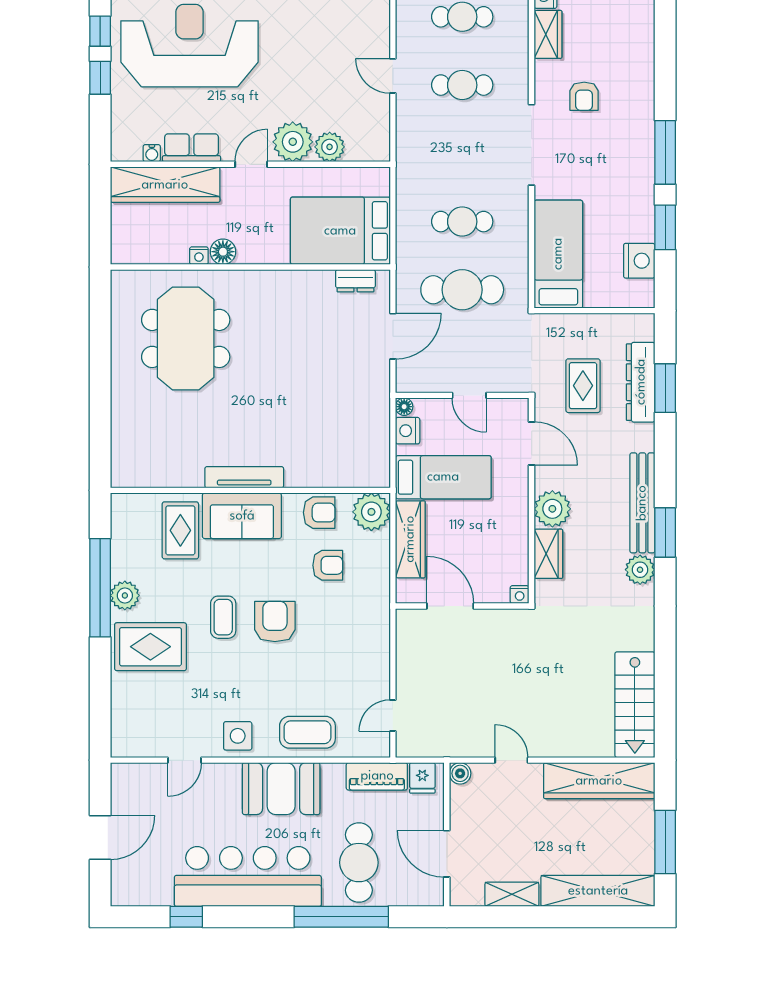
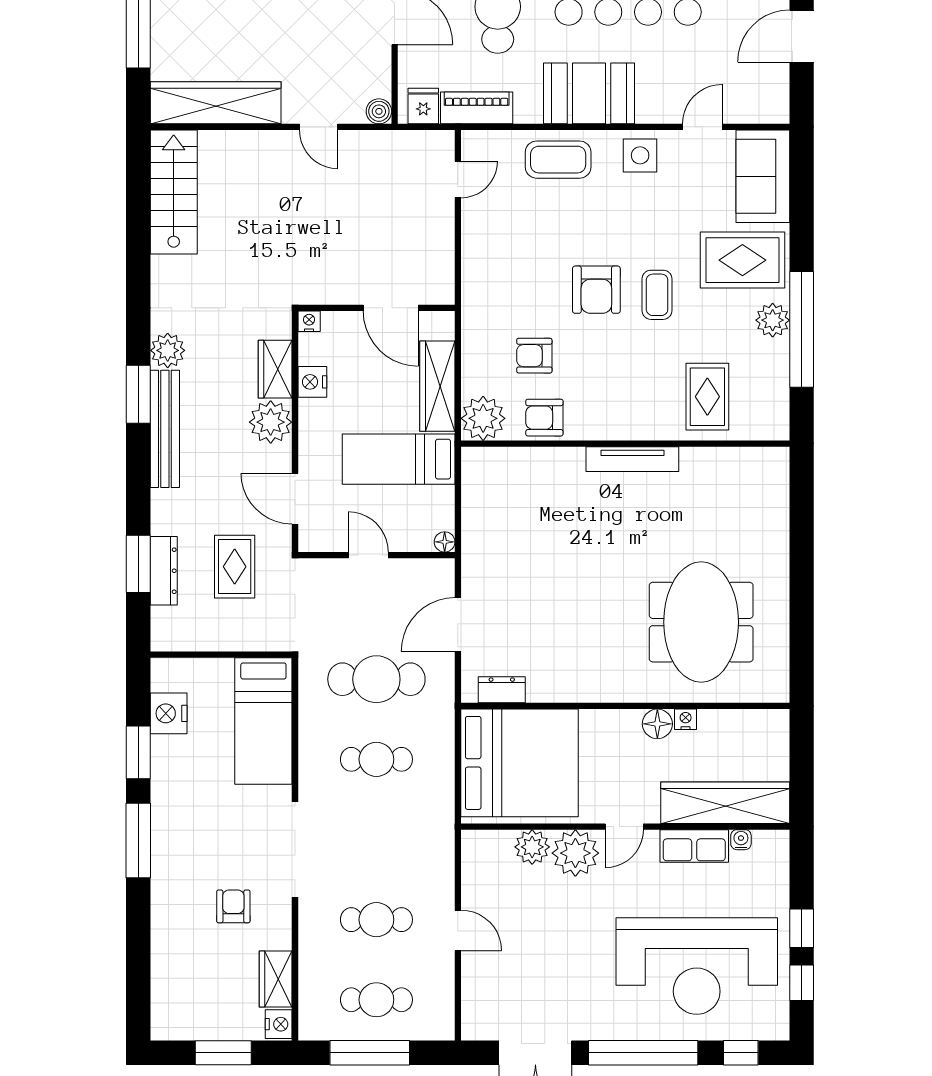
bed: (340, 231) -> (519, 763), width x1.36
dresser: (641, 382) -> (164, 571), width x0.73, depth x0.80
nightstand: (408, 431) -> (312, 382), moved, turned 180
sofa: (242, 516) -> (763, 176), moved, turned -90

